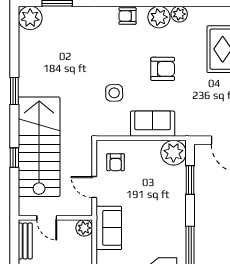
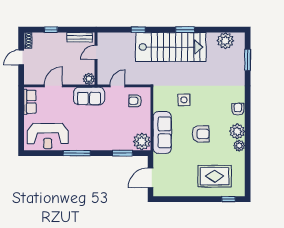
plant: (30, 18) -> (225, 41), moved
armchair: (163, 69) -> (201, 134), turned -90
sofa: (153, 124) -> (162, 132), width x1.36
stairs: (39, 147) -> (171, 47), moved

